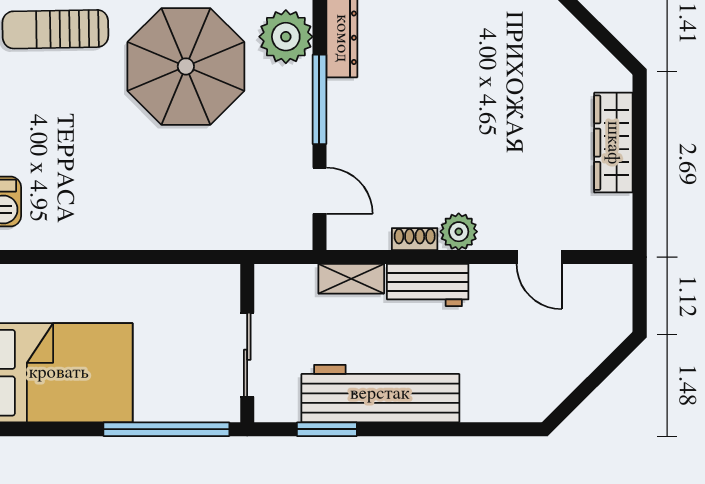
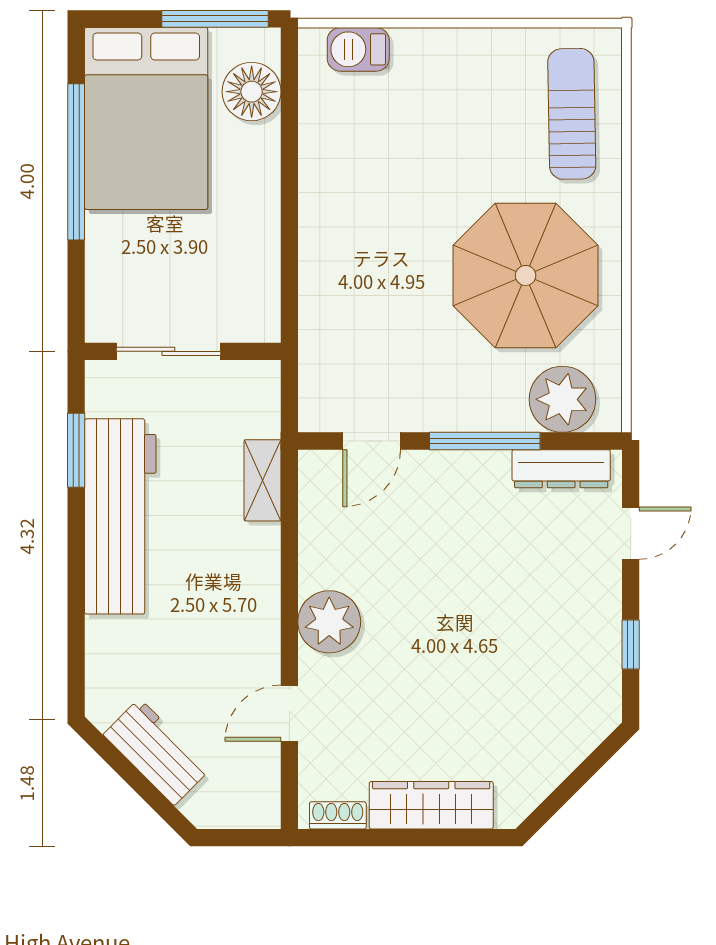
plant: (459, 232) -> (329, 622), width x1.36, depth x1.36
shoe rack: (415, 239) -> (338, 815), moved, turned -90
workbench: (428, 285) -> (157, 752), moved, turned 135
floor lamp: (37, 288) -> (252, 92), added
window: (166, 429) -> (76, 162), moved

